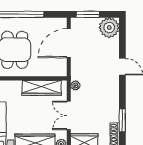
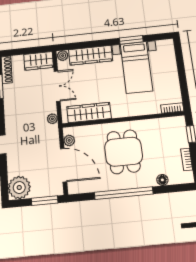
door: (69, 43) -> (64, 165), hinge flipped
plant: (62, 64) -> (69, 140), added

